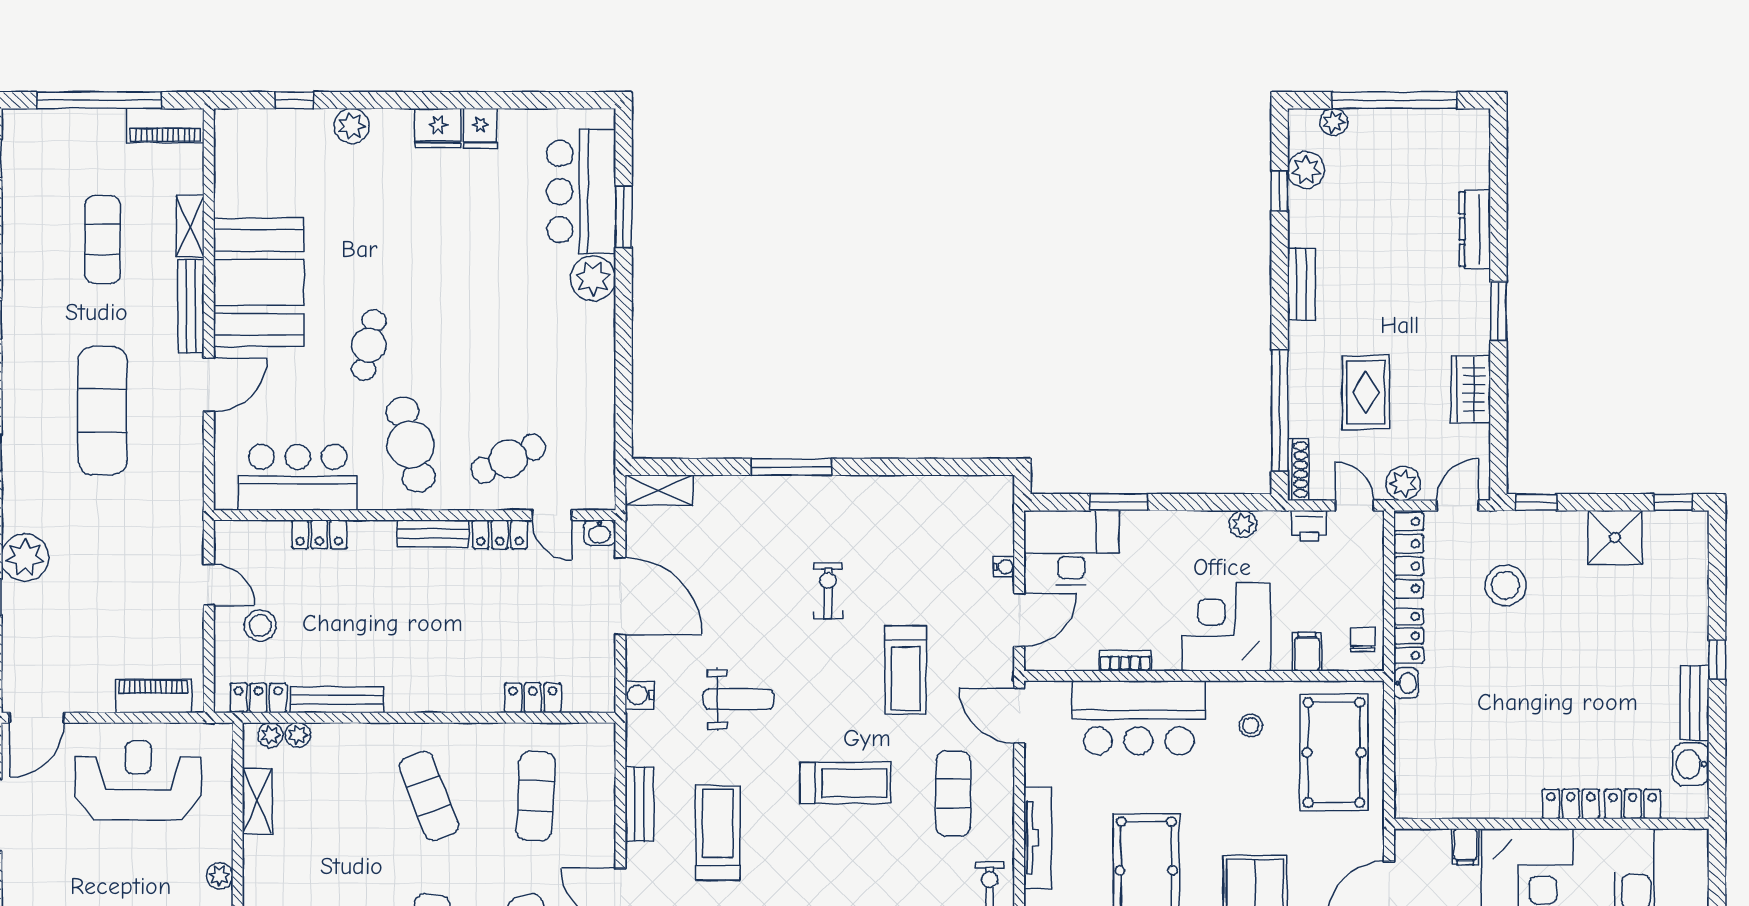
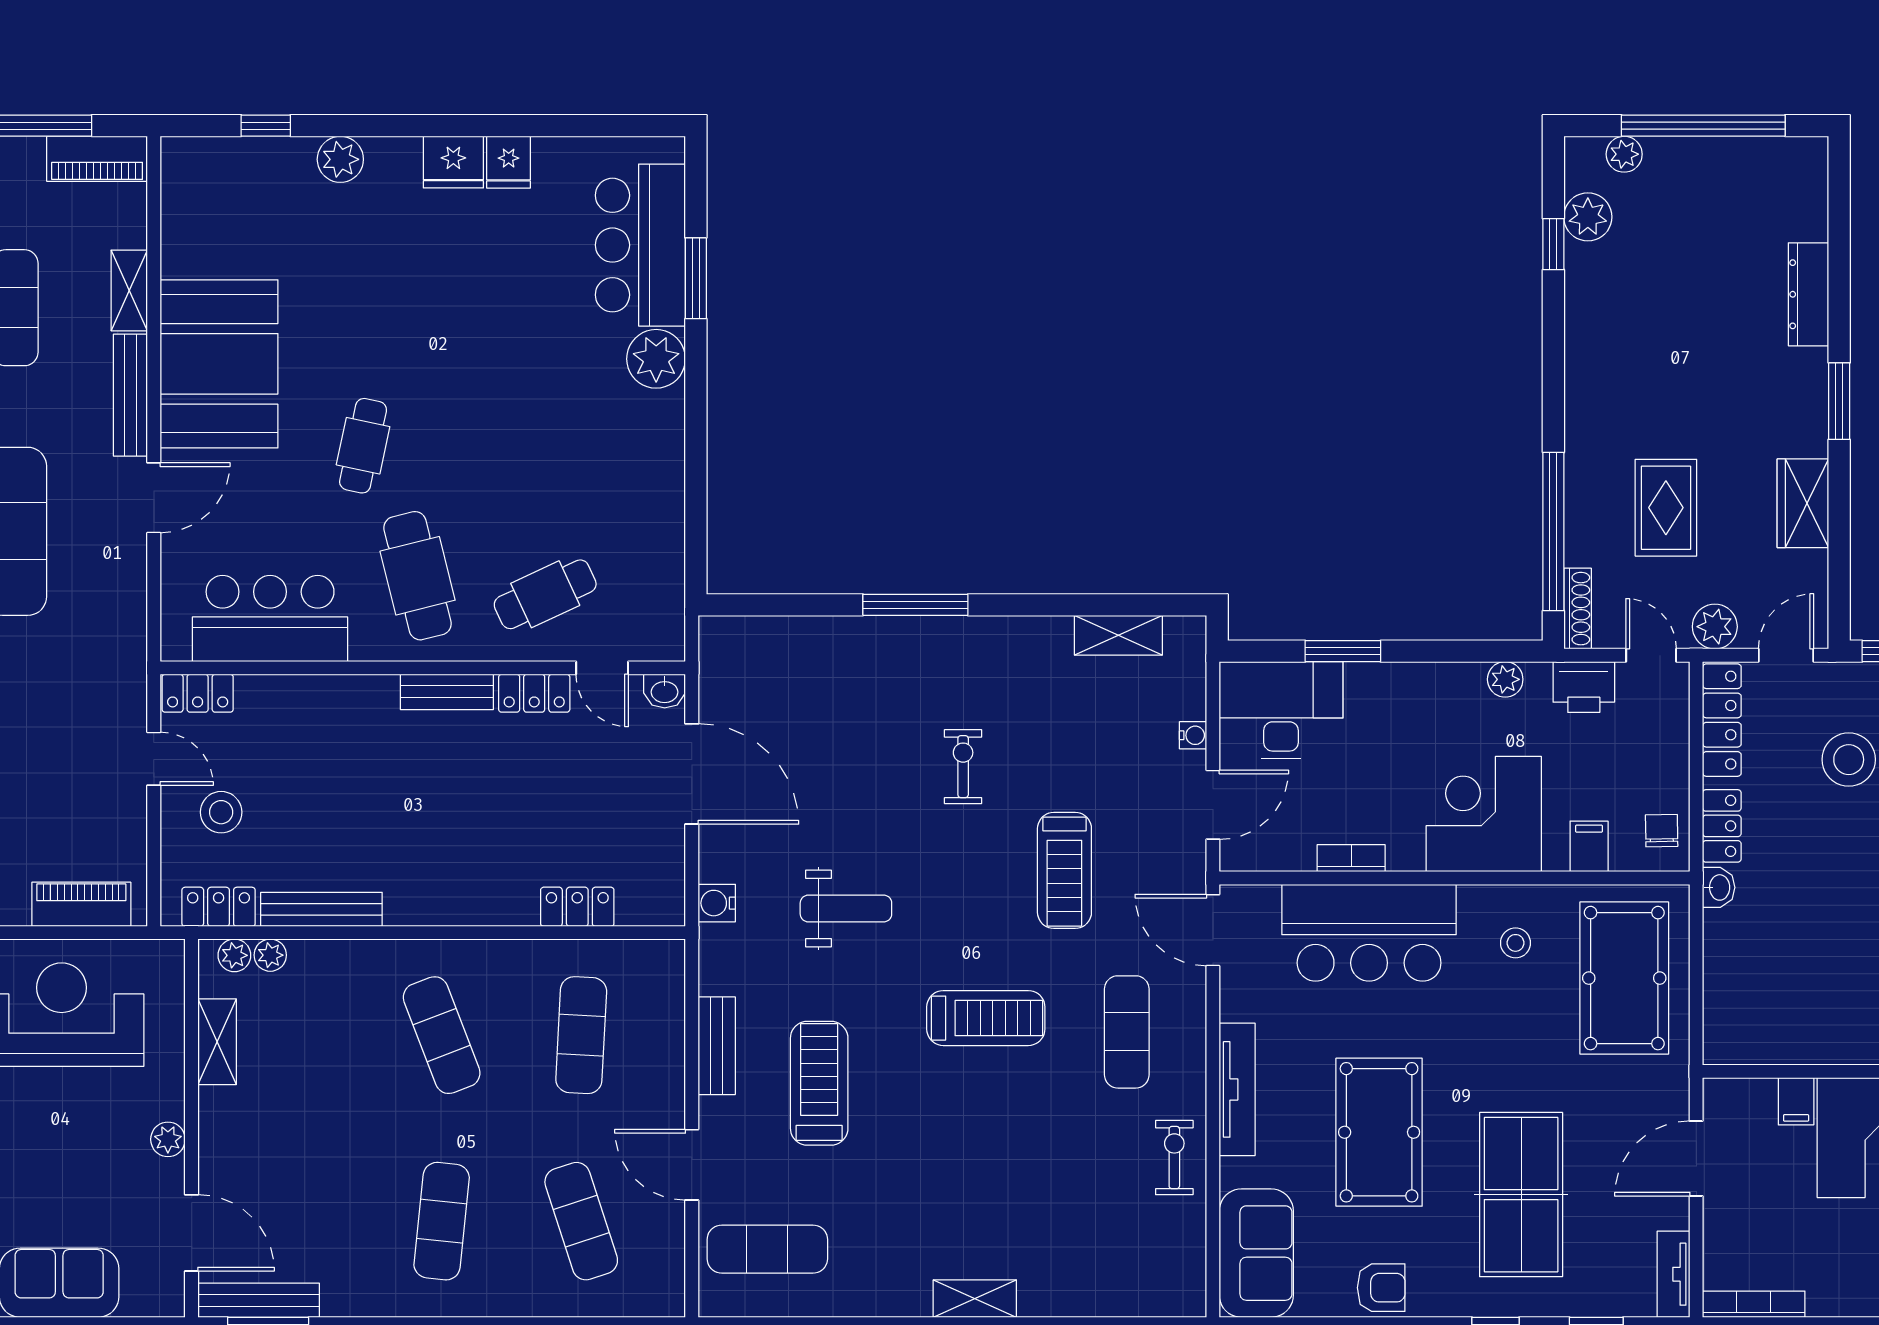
bench: (1301, 284) -> (1582, 366), removed
shelving: (659, 490) -> (1118, 635), moved
printer: (1309, 526) -> (1584, 687), width x1.36, depth x1.24
locker: (319, 534) -> (198, 693), moved

